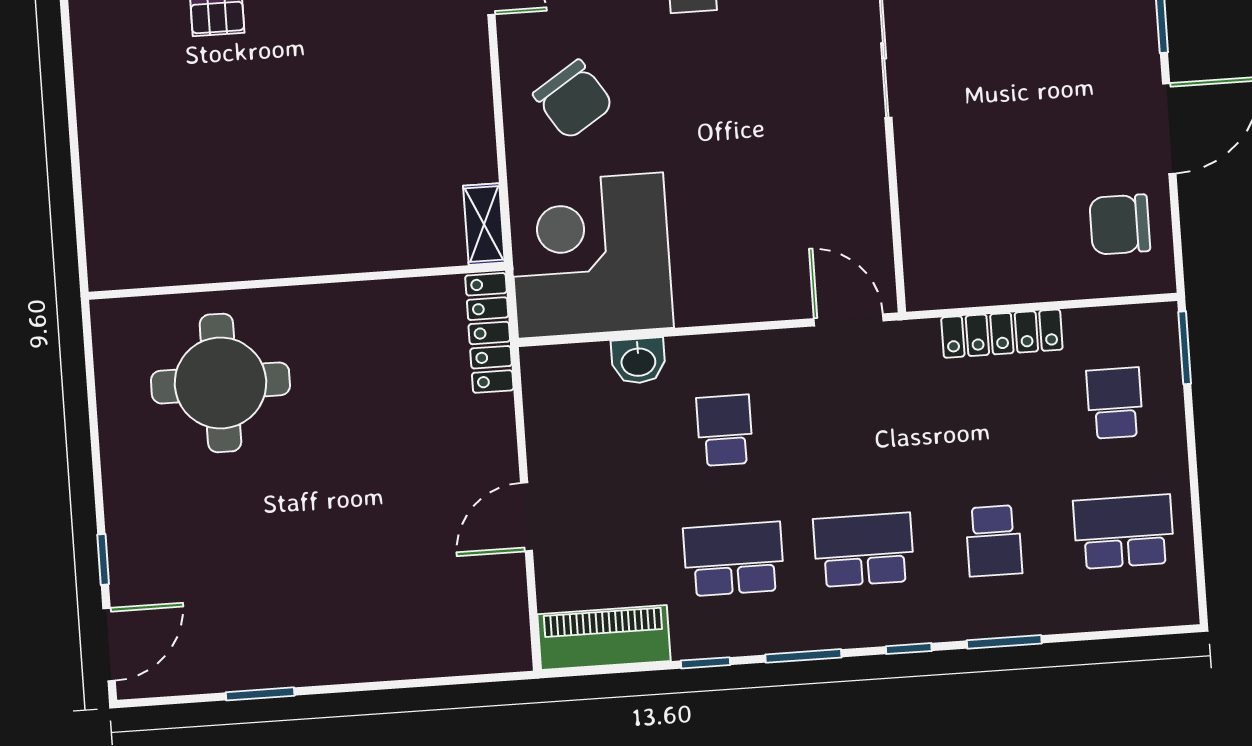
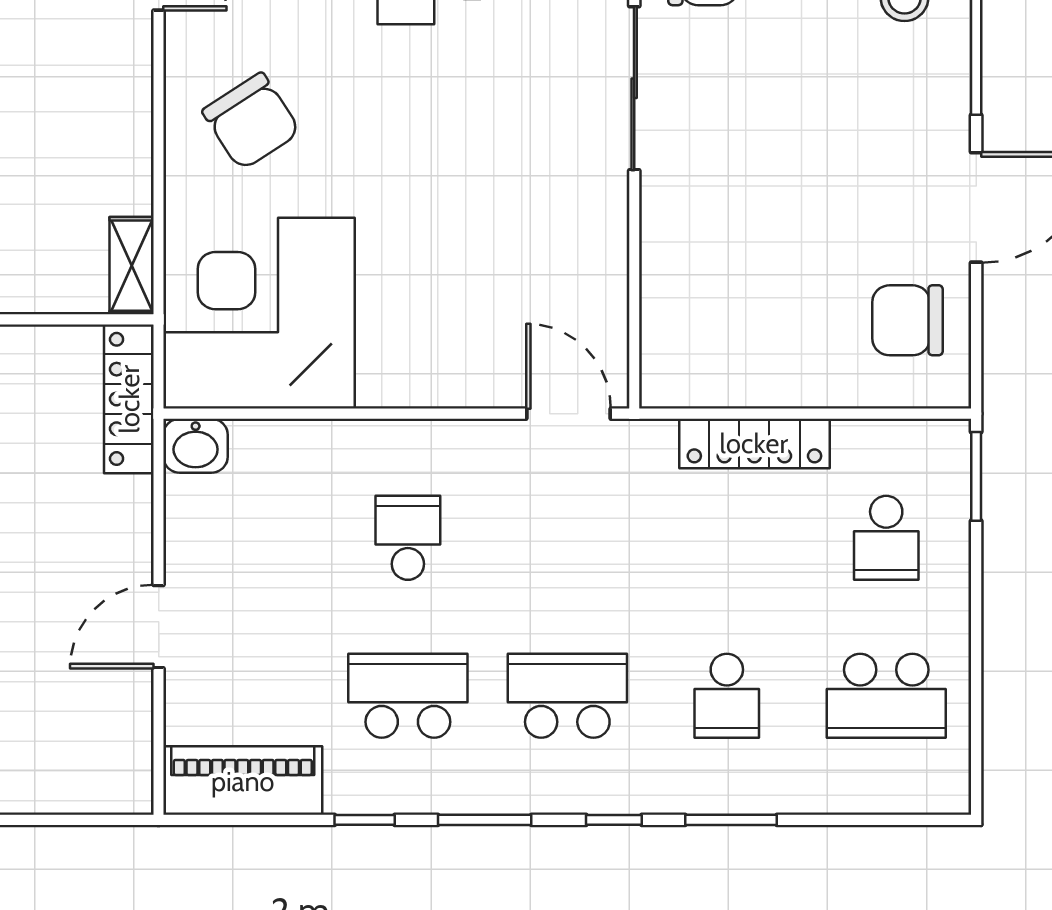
washbasin: (638, 361) -> (196, 446), moved
school desk: (1115, 403) -> (886, 538), turned 180
school desk: (1124, 532) -> (886, 696), turned 180

